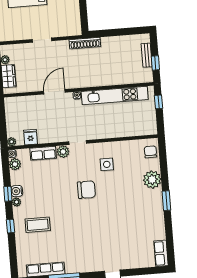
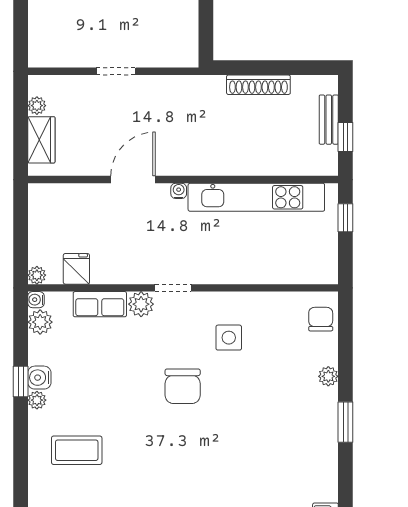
shoe rack: (85, 43) -> (258, 85), moved
plant: (152, 180) -> (328, 376), width x0.53, depth x0.53
chair: (86, 190) -> (183, 386), turned 90
window: (10, 226) -> (21, 448), removed

